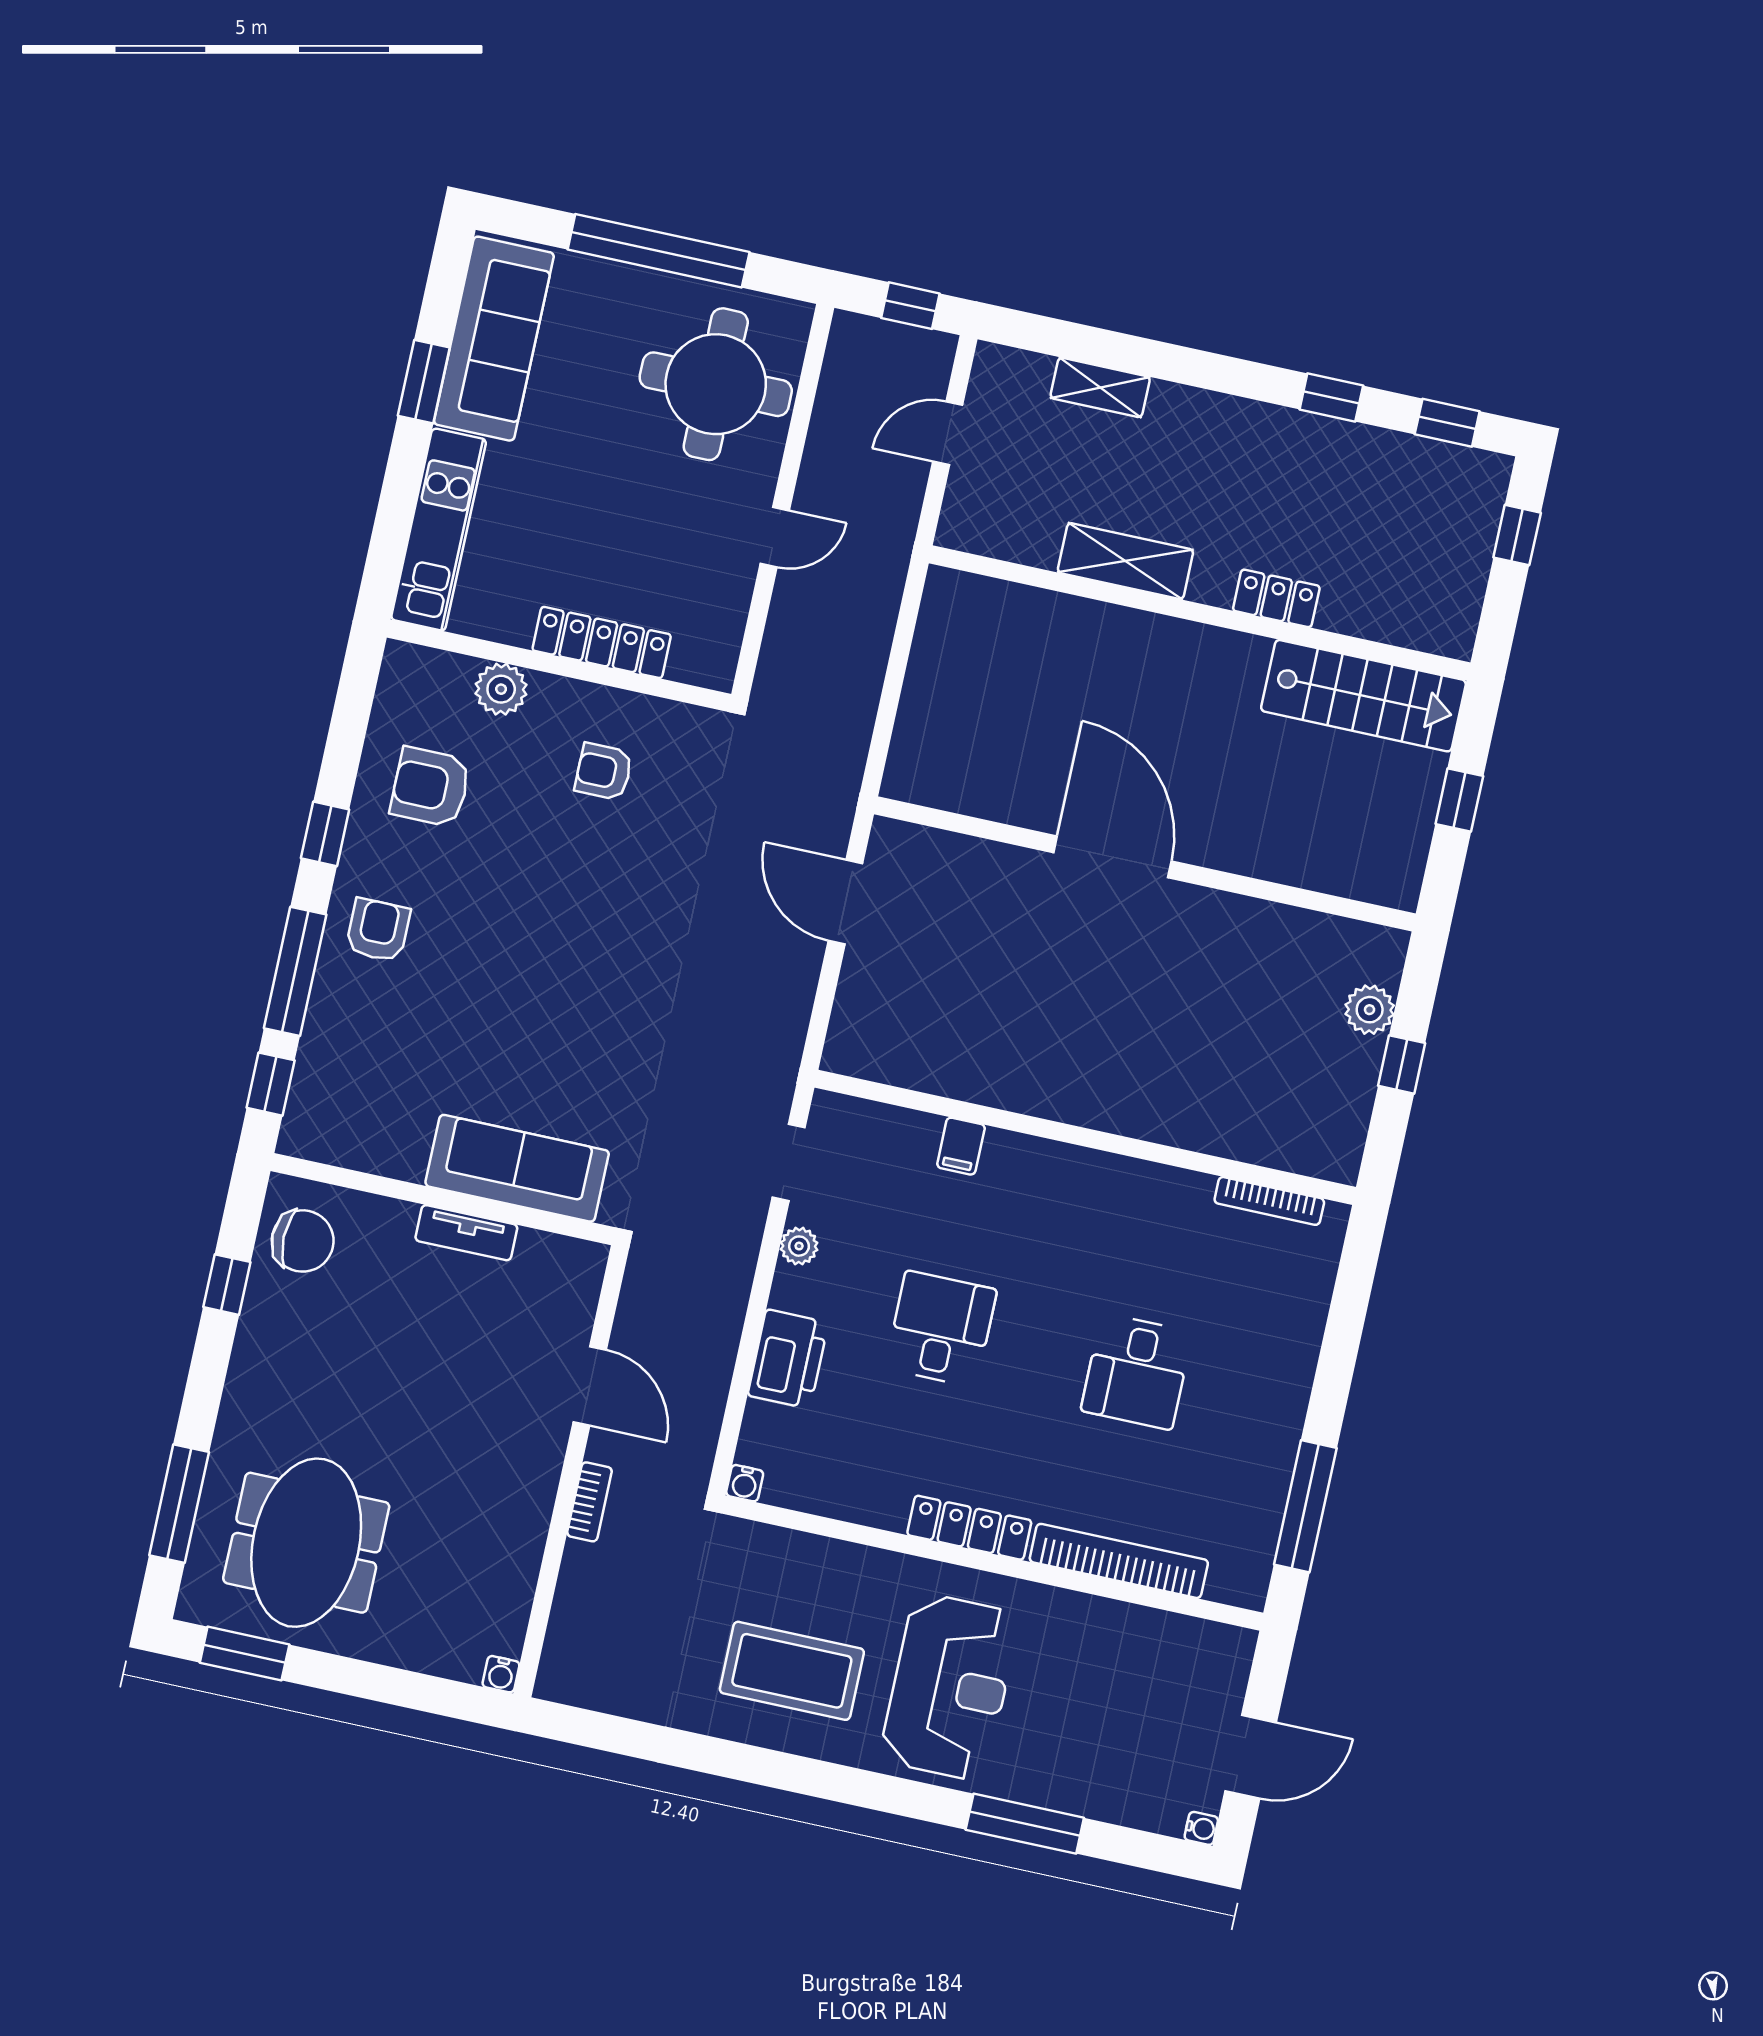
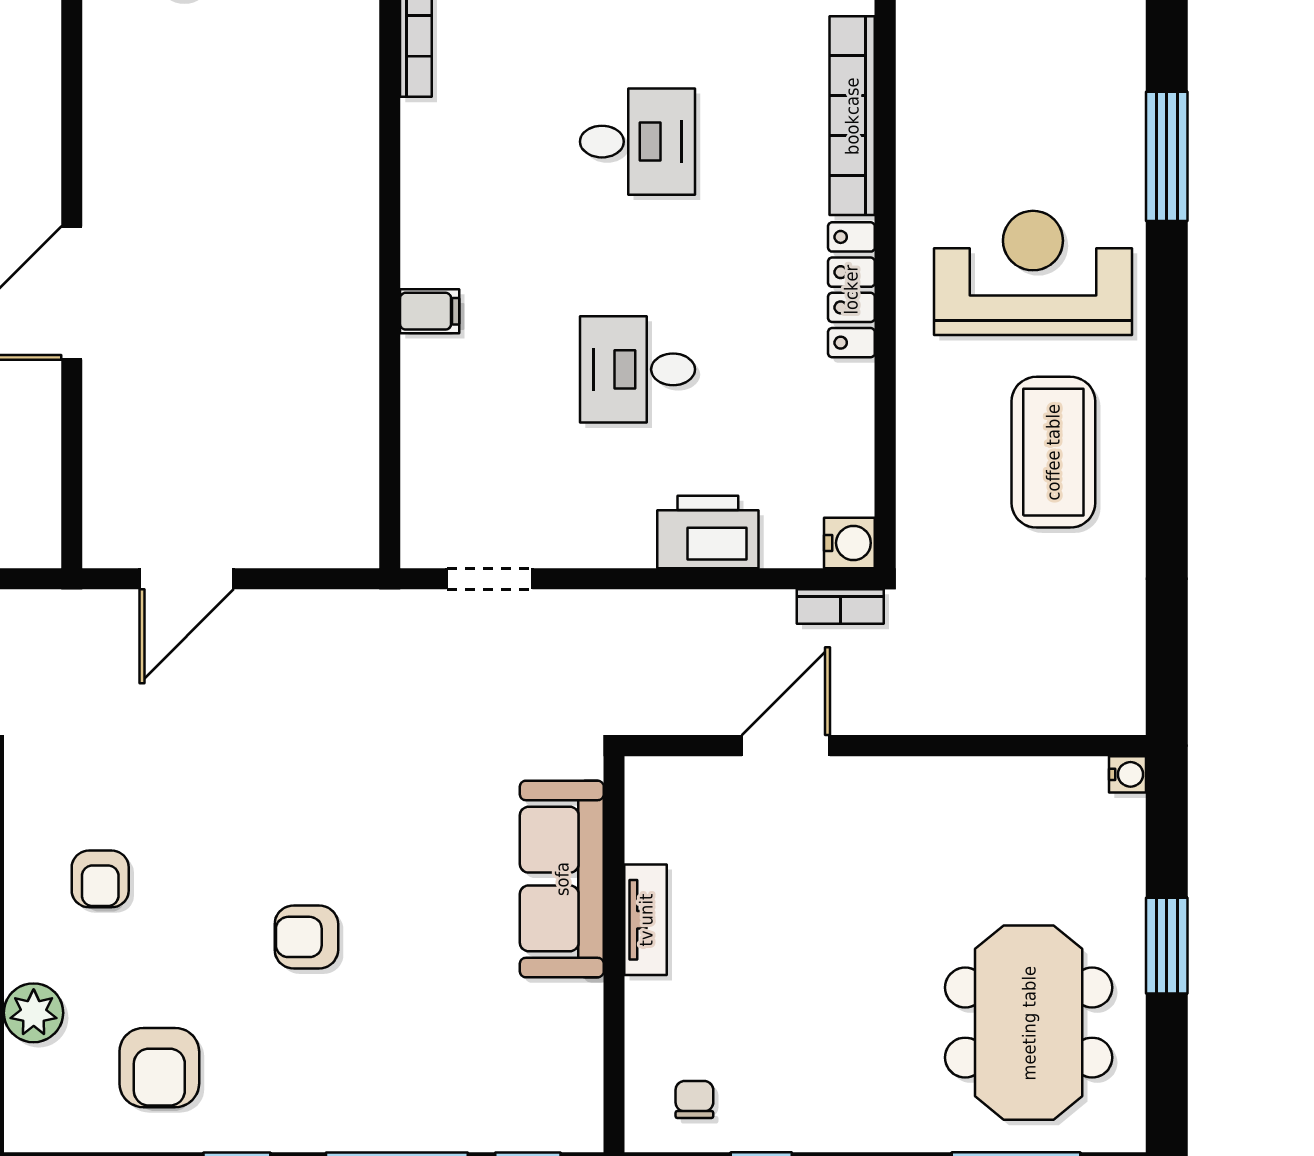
armchair: (378, 930) -> (306, 937), moved
filing cabinet: (961, 1146) -> (430, 311), moved
chair: (303, 1241) -> (694, 1100), width x0.54, depth x0.54
plant: (799, 1246) -> (580, 547), removed
water cooler: (745, 1483) -> (849, 543), width x1.38, depth x1.38
bookcase: (589, 1502) -> (840, 607), moved, turned 180
meeting table: (306, 1543) -> (1029, 1023), turned 90
window: (245, 1654) -> (1167, 946), moved

